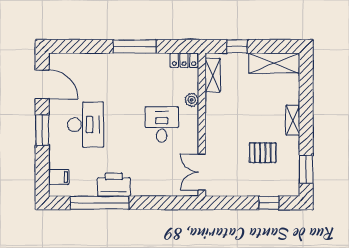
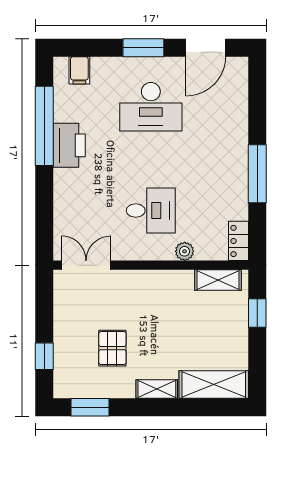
shelving: (274, 63) -> (214, 384), moved, turned 90

